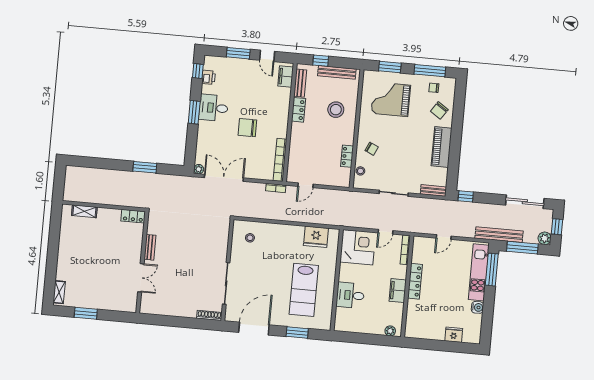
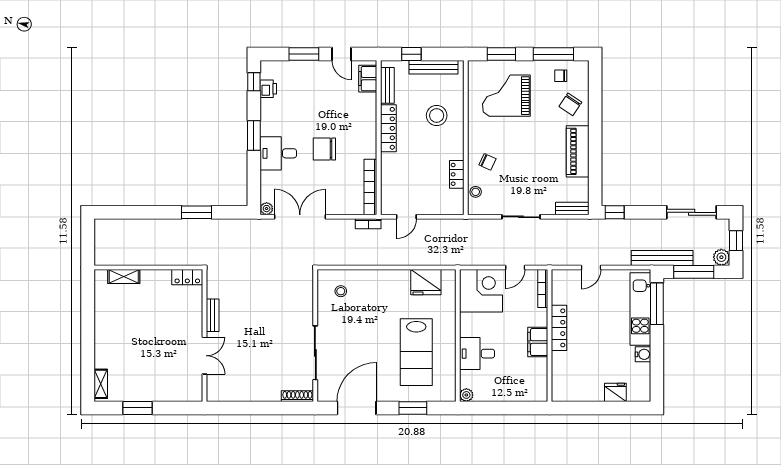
desk: (213, 108) -> (278, 153), moved
locker: (298, 110) -> (388, 128), width x1.53
plant: (390, 331) -> (466, 395), moved

